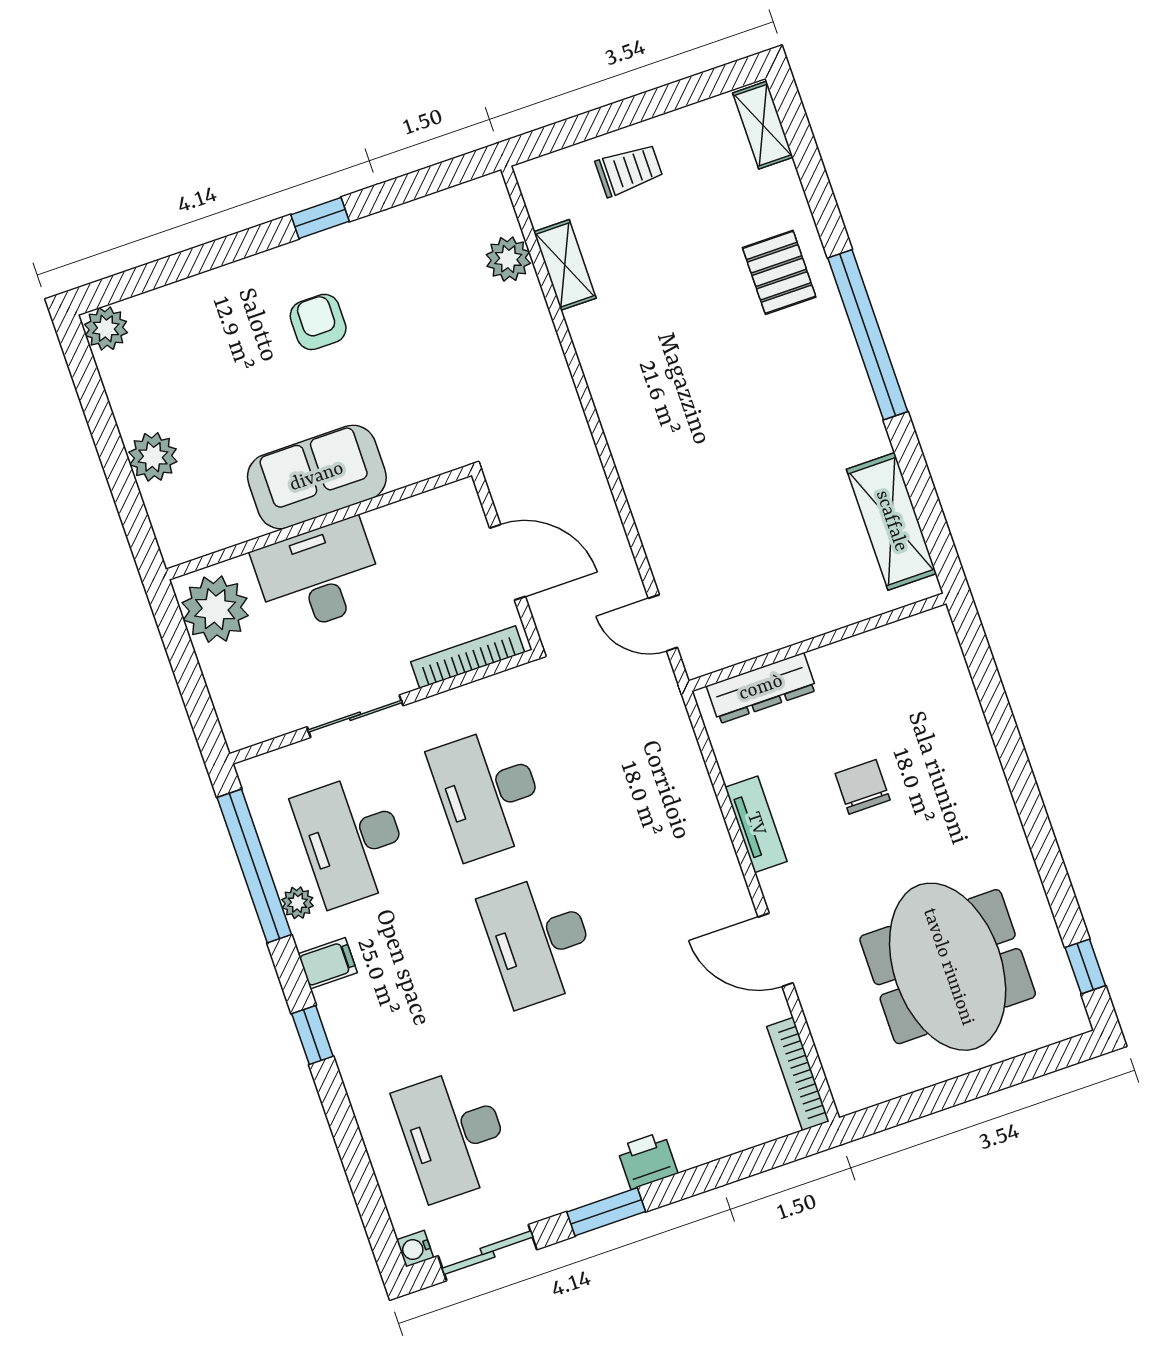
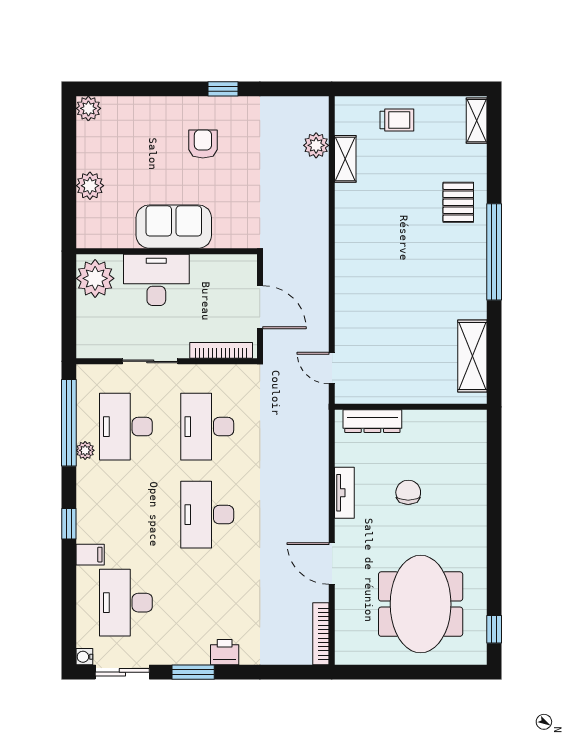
filing cabinet: (328, 963) -> (90, 555), moved

